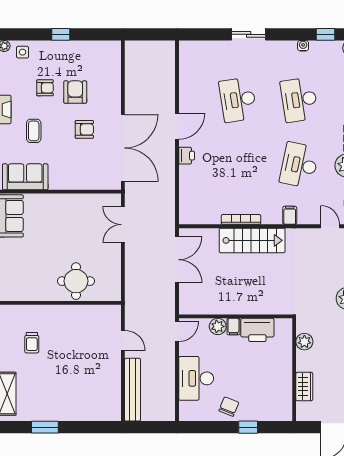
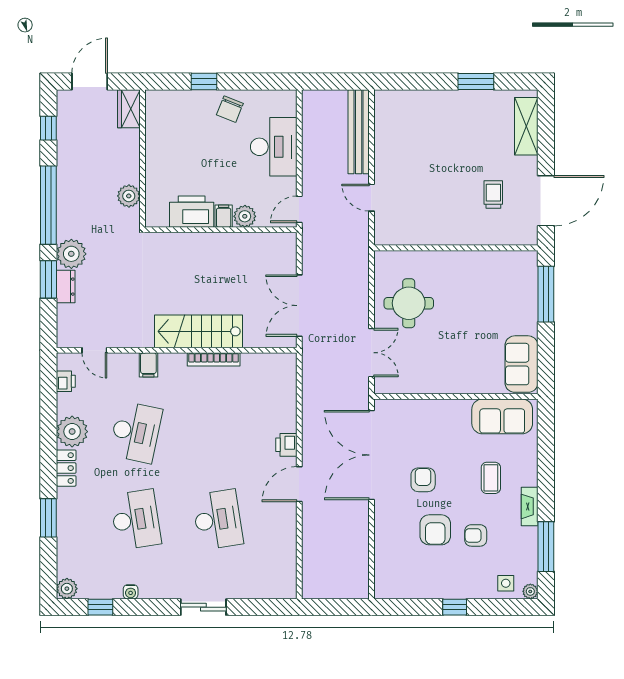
armchair: (84, 129) -> (423, 480), turned 90
round table: (76, 281) -> (409, 303), moved
wardrobe: (304, 387) -> (129, 109), moved

